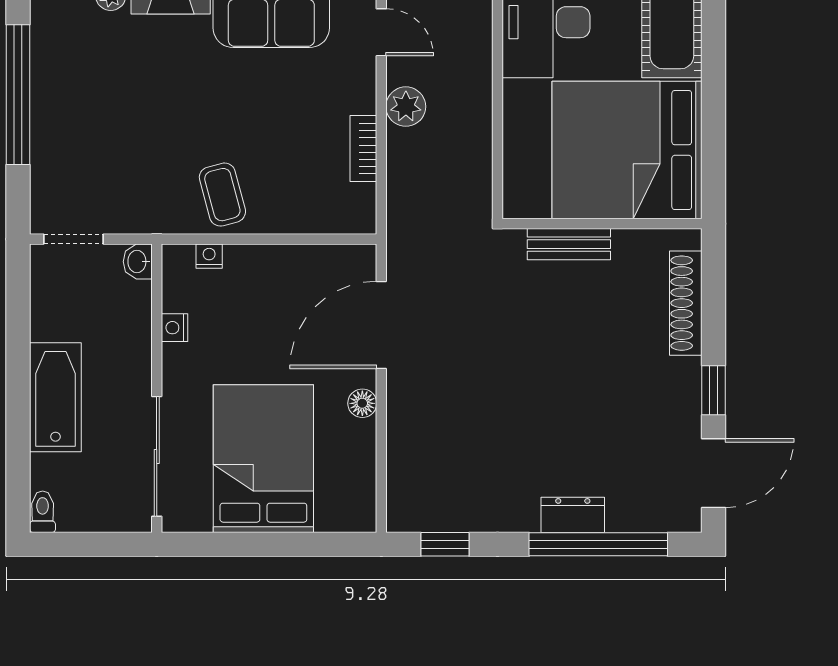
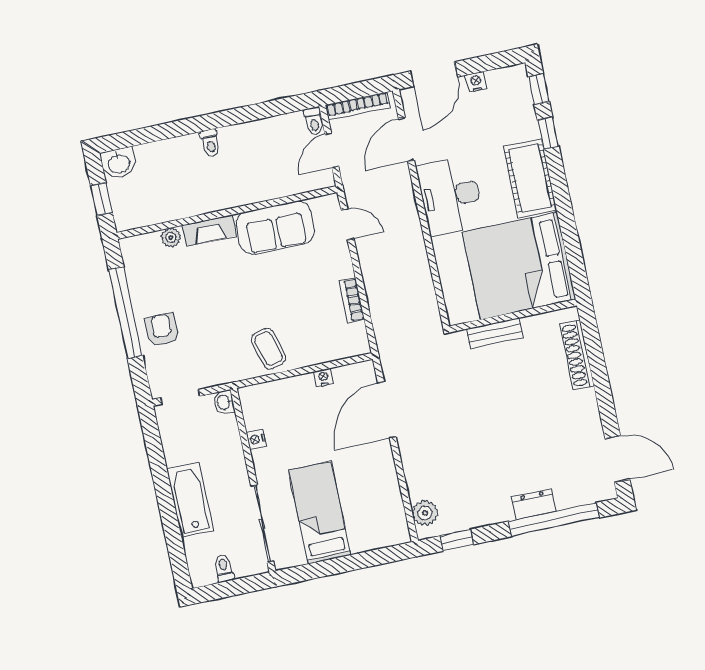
plant: (406, 107) -> (425, 513), moved
armchair: (68, 132) -> (162, 330), added
nightstand: (209, 256) -> (323, 378), moved
window: (714, 390) -> (606, 406), removed
floor lamp: (362, 403) -> (385, 462), removed
bed: (263, 459) -> (320, 513), width x0.67
door: (714, 473) -> (617, 459), hinge flipped
toilet: (43, 512) -> (224, 568), moved

